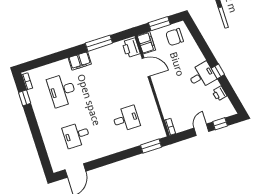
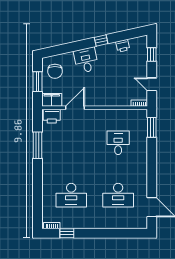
filing cabinet: (80, 61) -> (49, 169), removed
desk: (202, 75) -> (86, 60), moved
door: (201, 130) -> (152, 84), moved
desk: (76, 135) -> (118, 195), width x1.37

